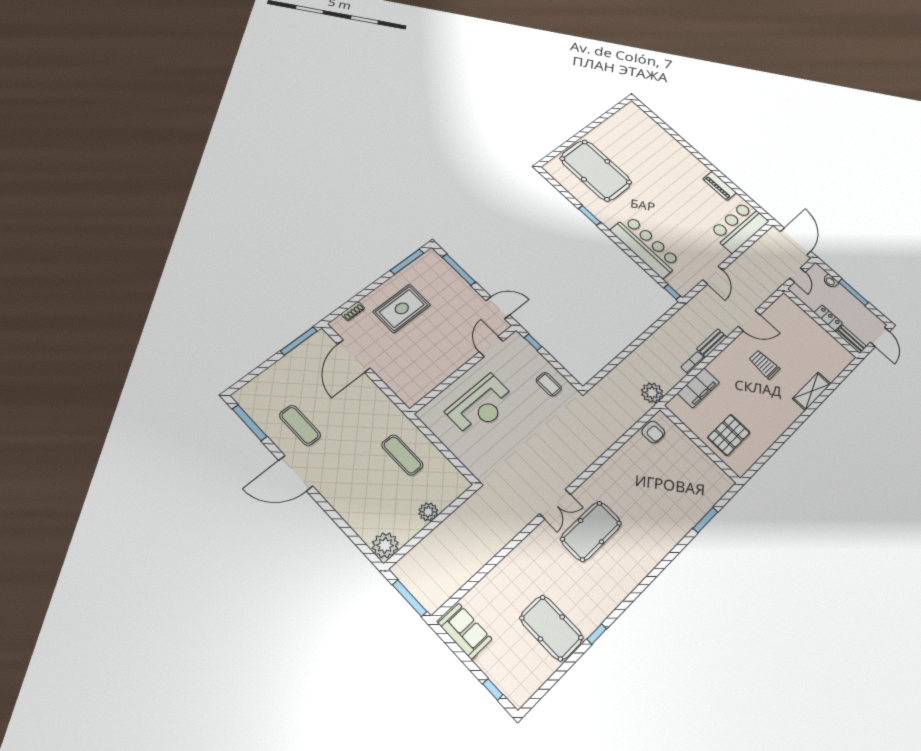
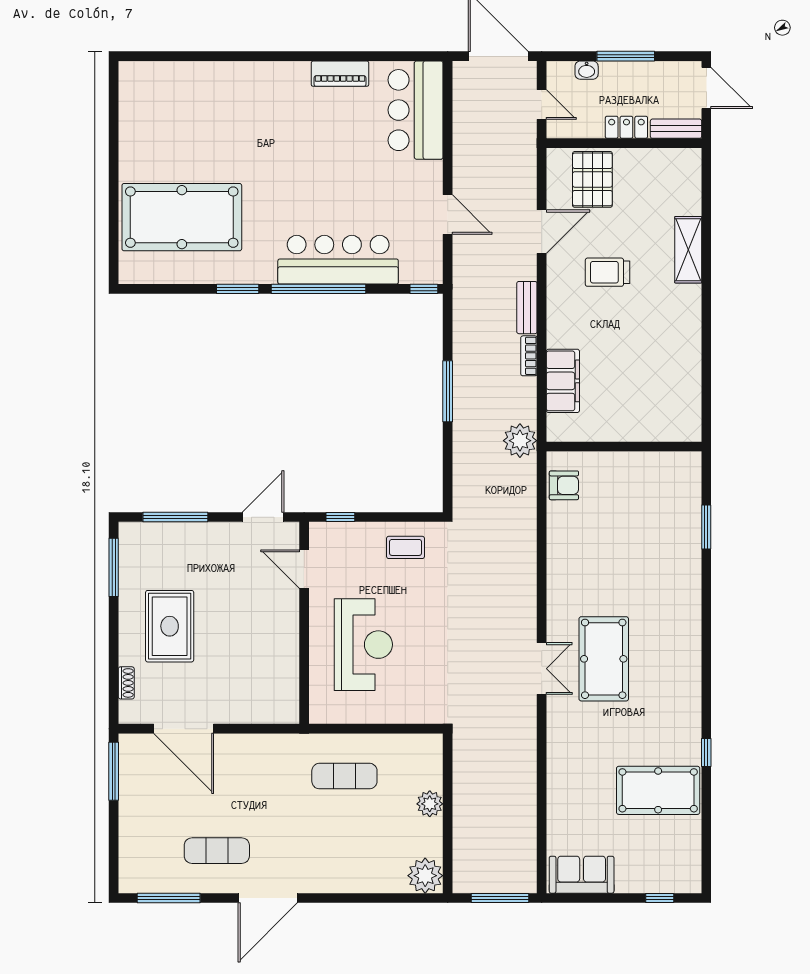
window: (625, 248) -> (319, 289), added
window: (640, 340) -> (448, 391), added
pallet: (729, 435) -> (592, 179), moved

